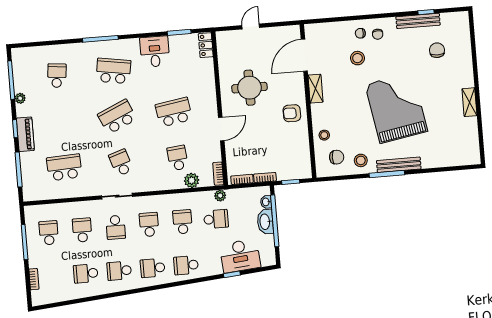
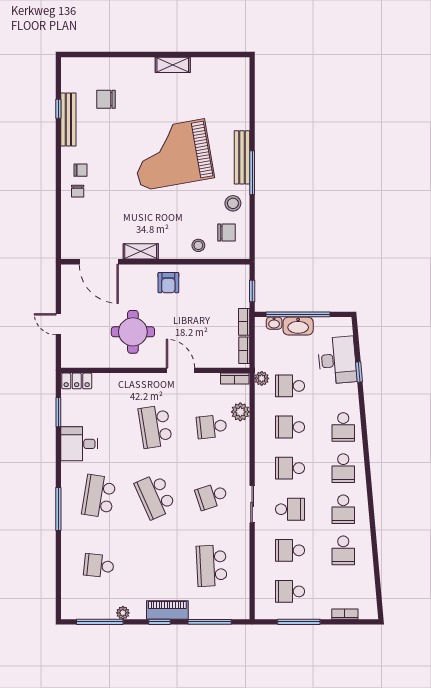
stool: (357, 58) -> (108, 197), removed
chair: (337, 157) -> (226, 232), turned 90
school desk: (216, 219) -> (290, 386), turned -90

